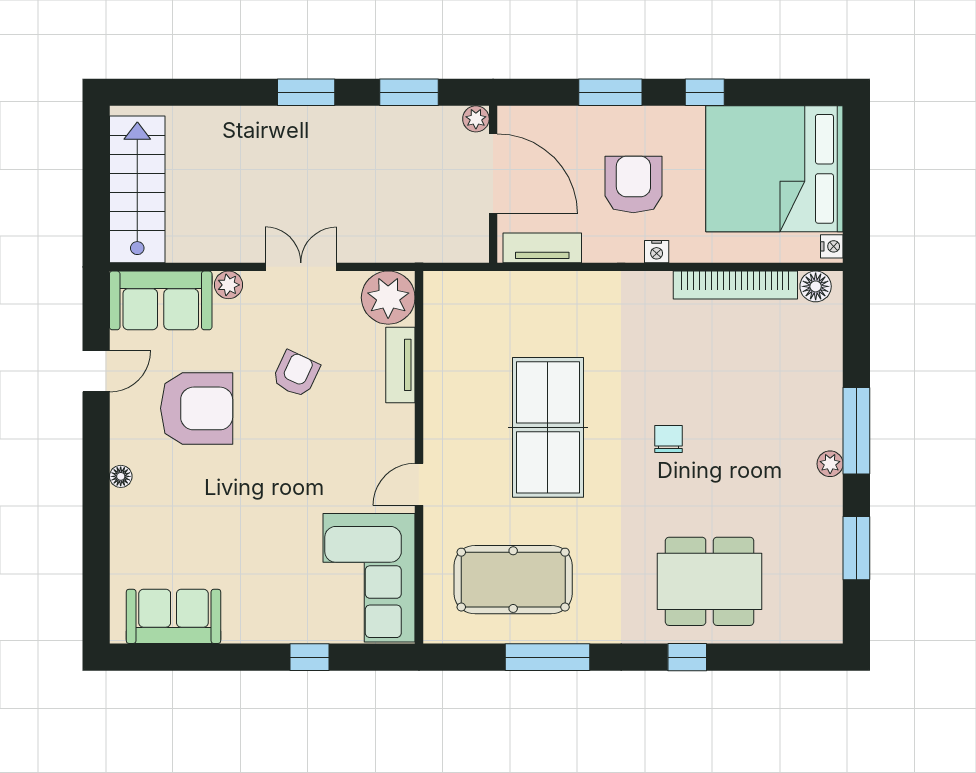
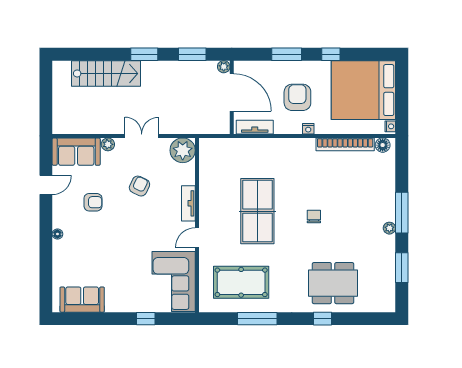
stairs: (137, 189) -> (106, 73), moved, turned 90
tv unit: (400, 365) -> (188, 203), moved
armchair: (197, 408) -> (93, 202), width x0.53, depth x0.53

